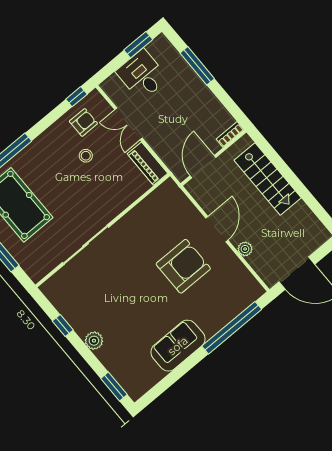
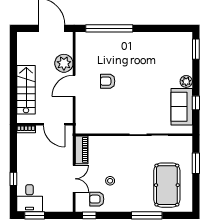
window: (197, 66) -> (13, 179), width x0.46
desk: (142, 75) -> (30, 198), moved
door: (203, 167) -> (54, 124), hinge flipped
plant: (245, 249) -> (64, 63), width x1.87, depth x1.87
armchair: (183, 266) -> (108, 81), width x0.53, depth x0.53
sofa: (178, 346) -> (182, 107), moved, turned 90

